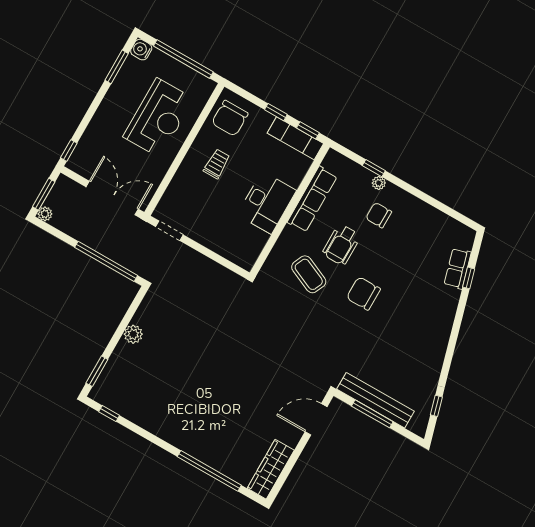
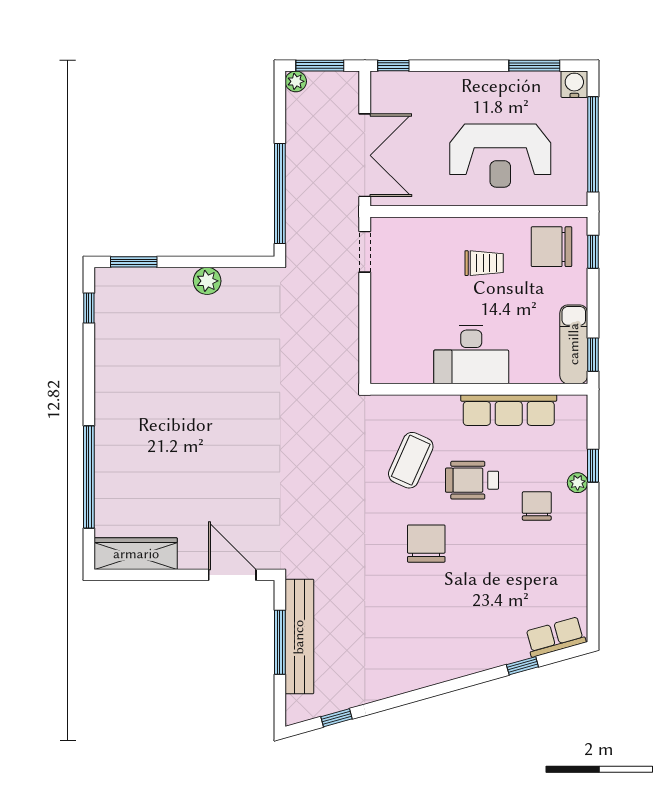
window: (276, 112) -> (593, 252), moved
row of seats: (458, 269) -> (555, 637), moved

